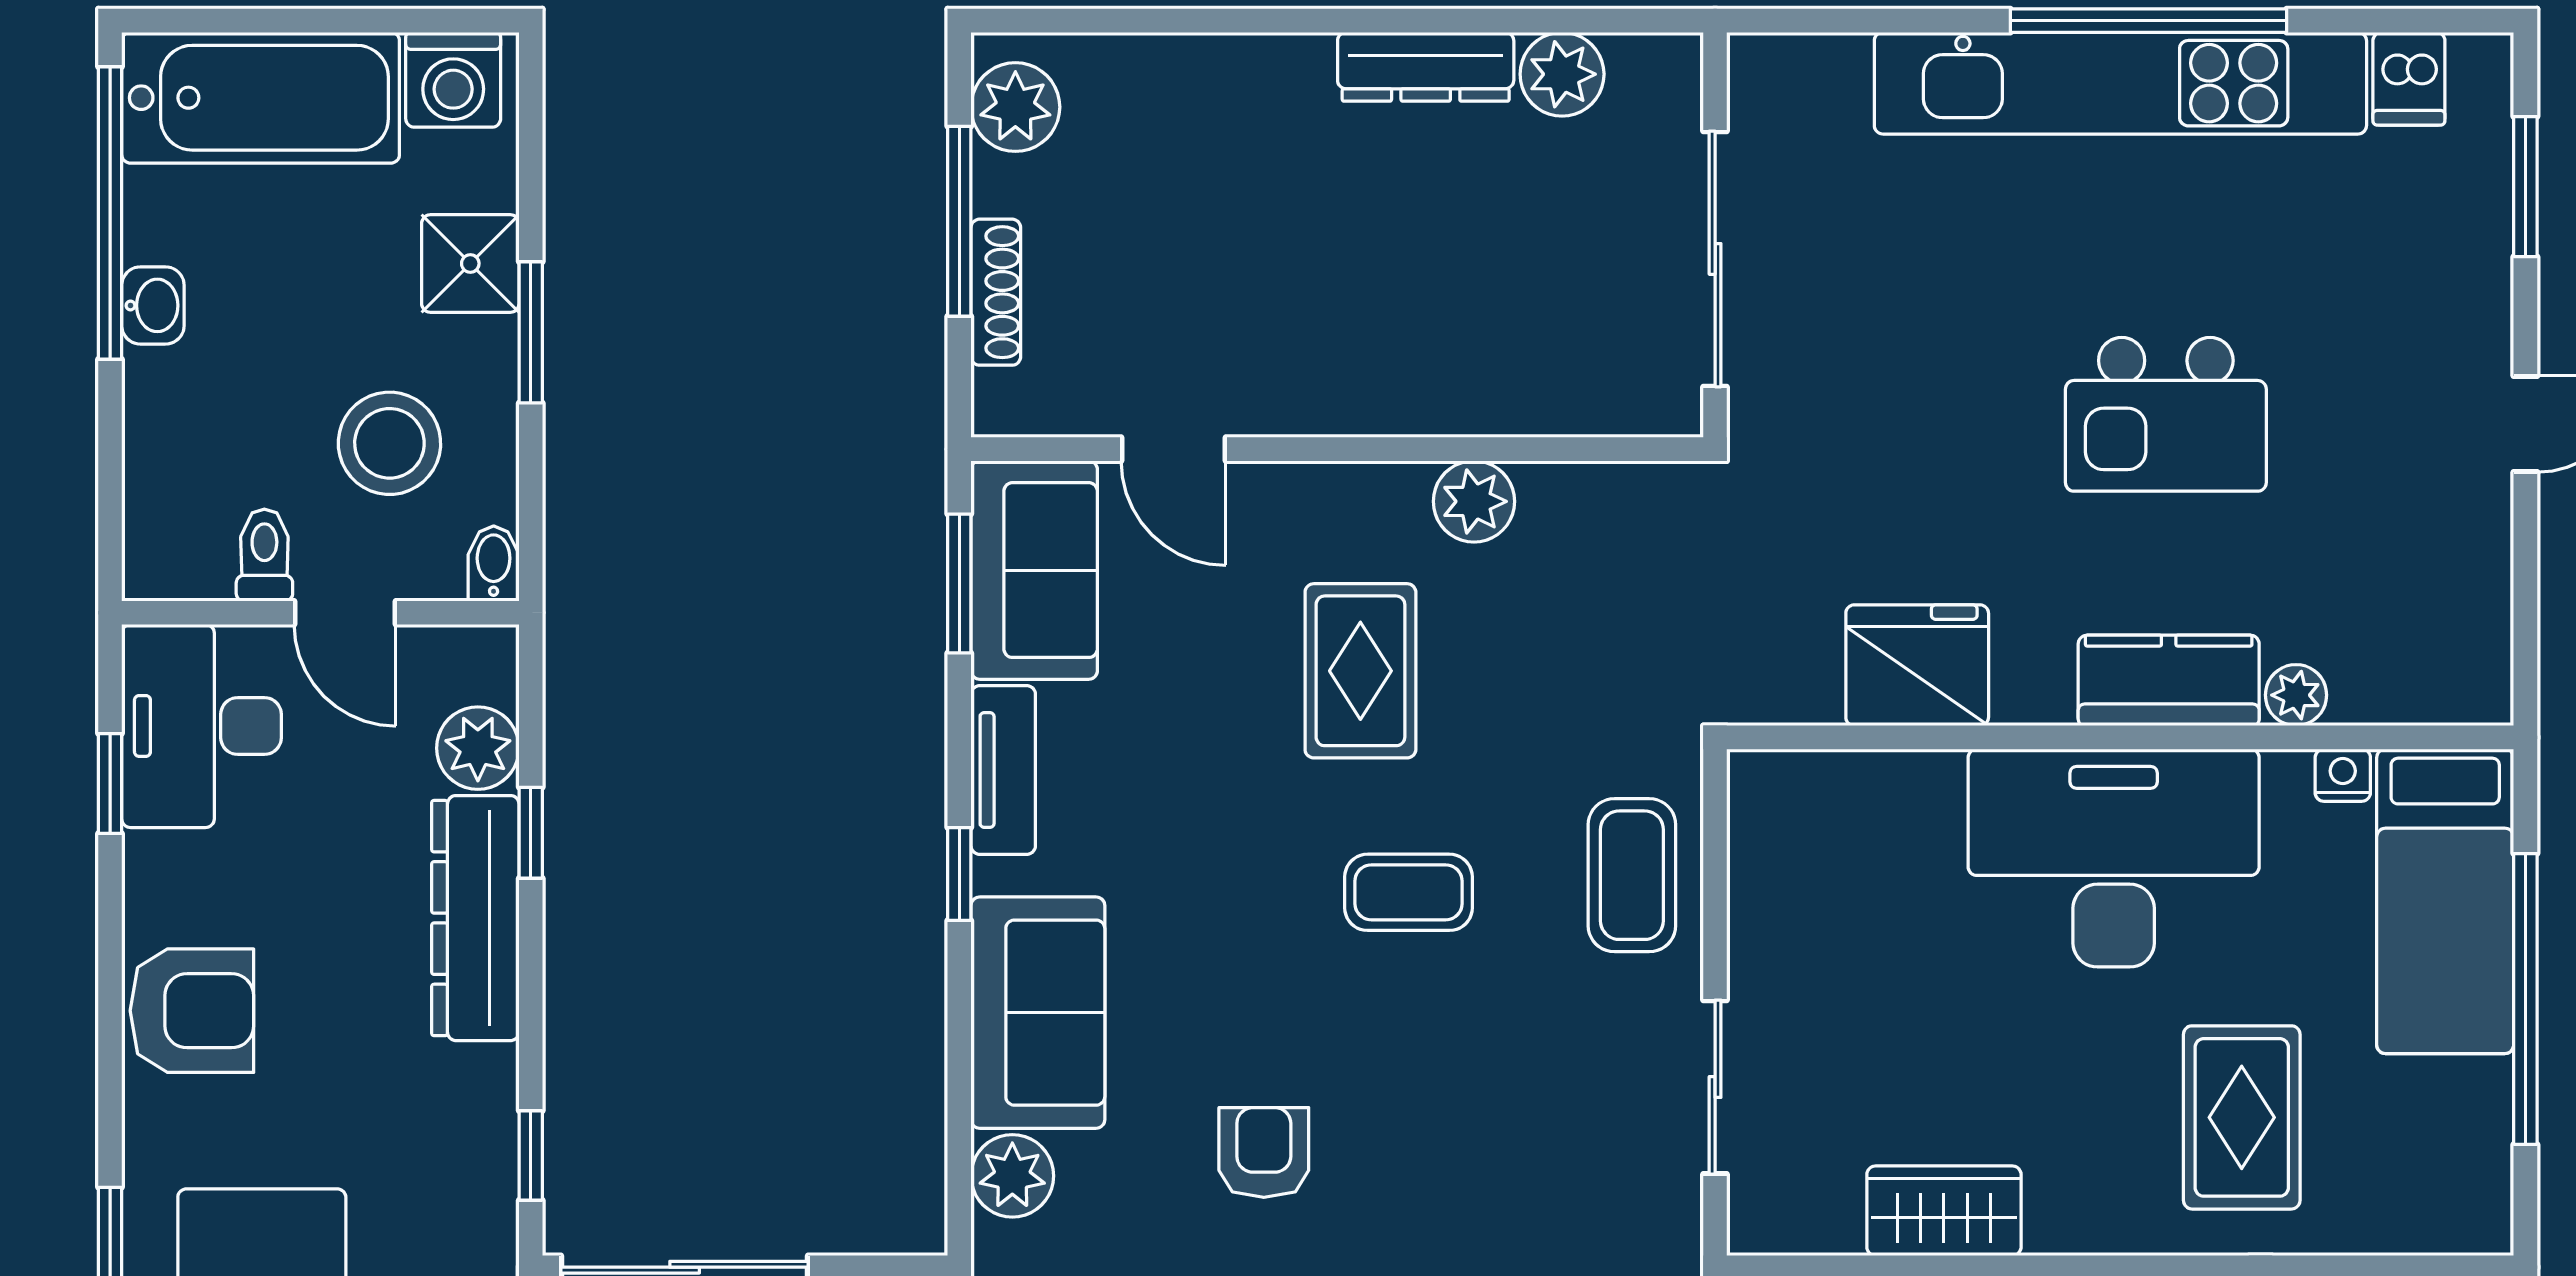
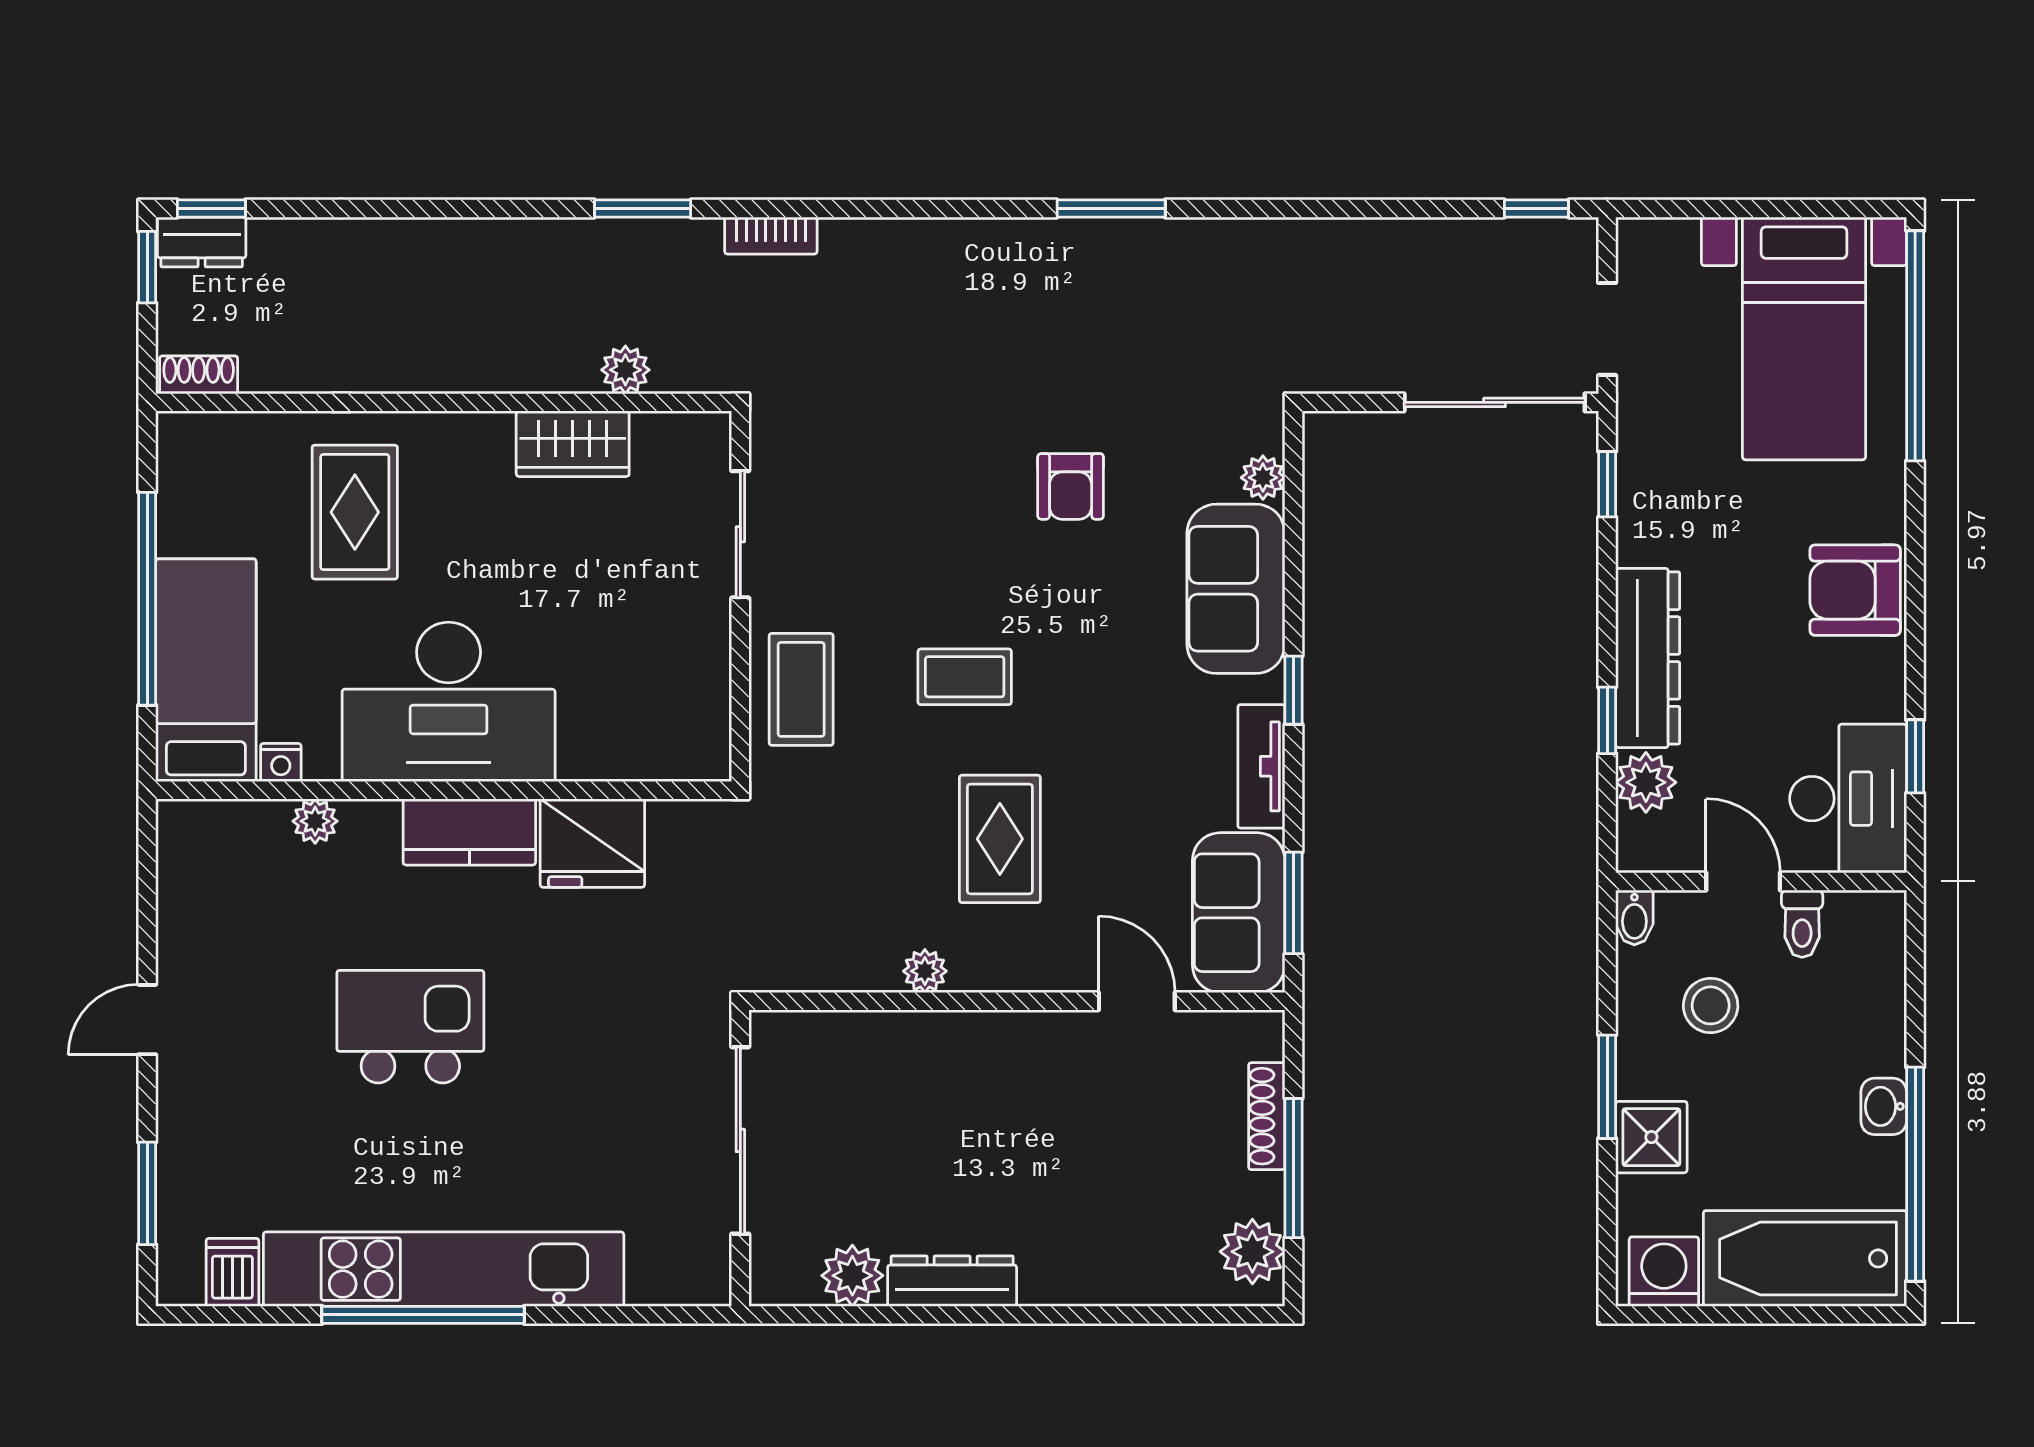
stool: (389, 443) -> (1711, 1005), width x0.73, depth x0.73
plant: (1474, 501) -> (925, 971), width x0.73, depth x0.73
kitchen counter: (2169, 680) -> (469, 832), moved
plant: (1012, 1176) -> (1263, 478), width x0.73, depth x0.73

